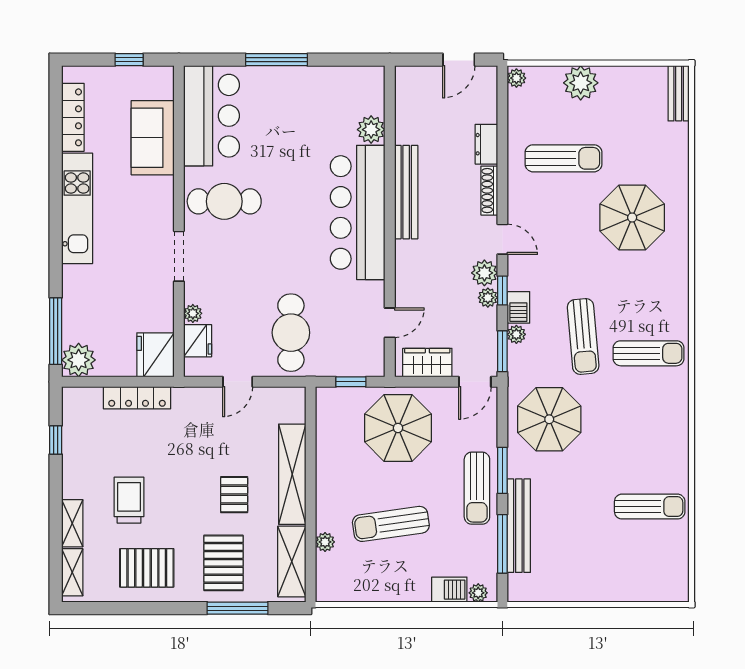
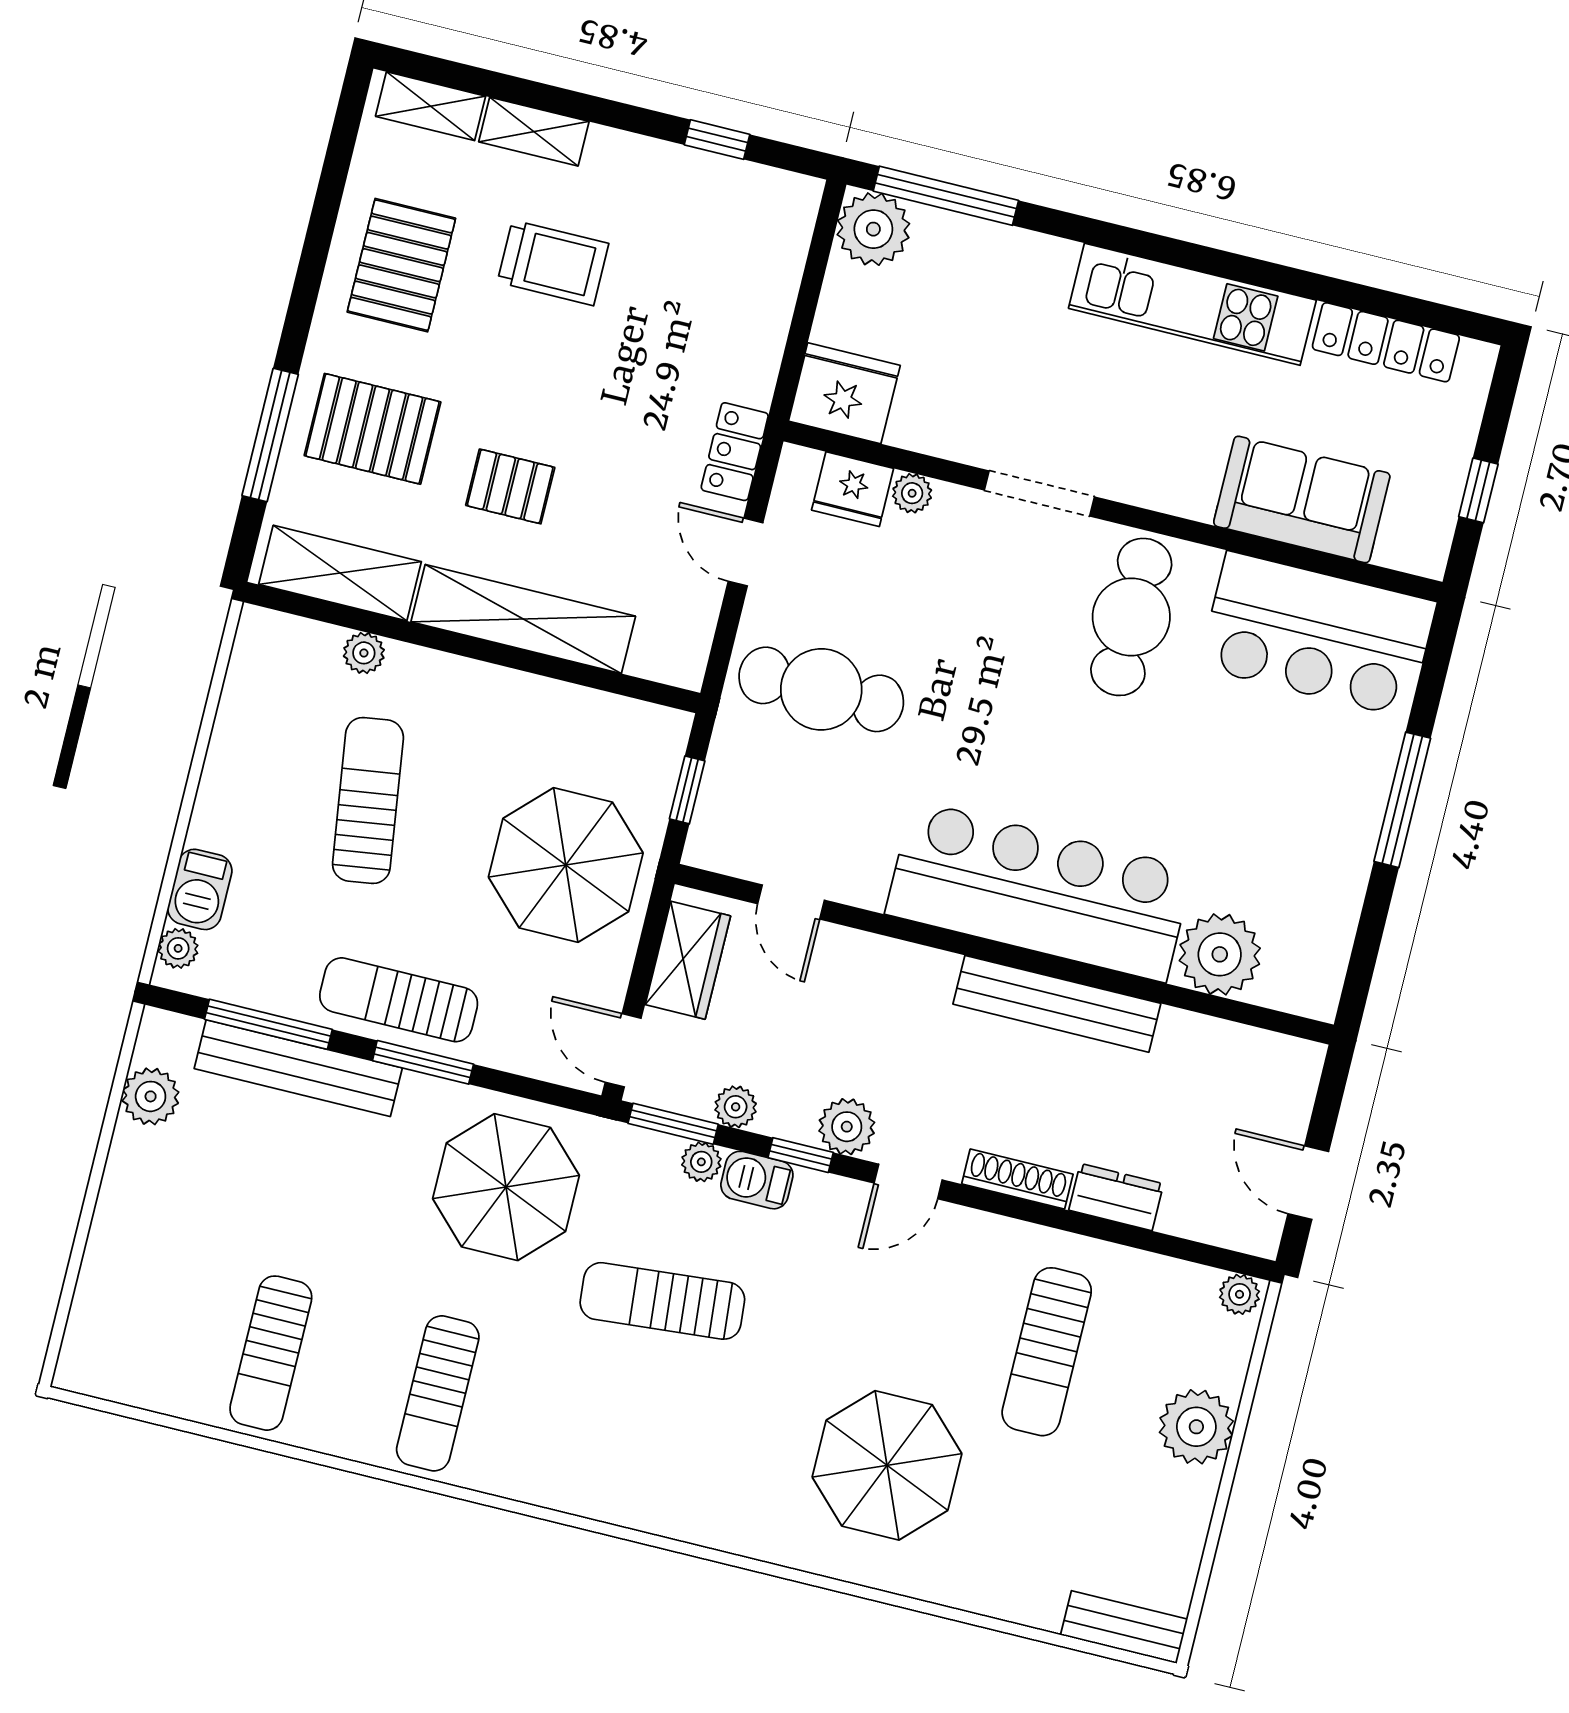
plant: (371, 130) -> (1220, 954), width x1.36, depth x1.36
plant: (488, 298) -> (736, 1107), moved
sun lounger: (649, 353) -> (438, 1393), moved
locker: (137, 398) -> (735, 452), moved, width x0.66
plant: (548, 589) -> (151, 1096), added

